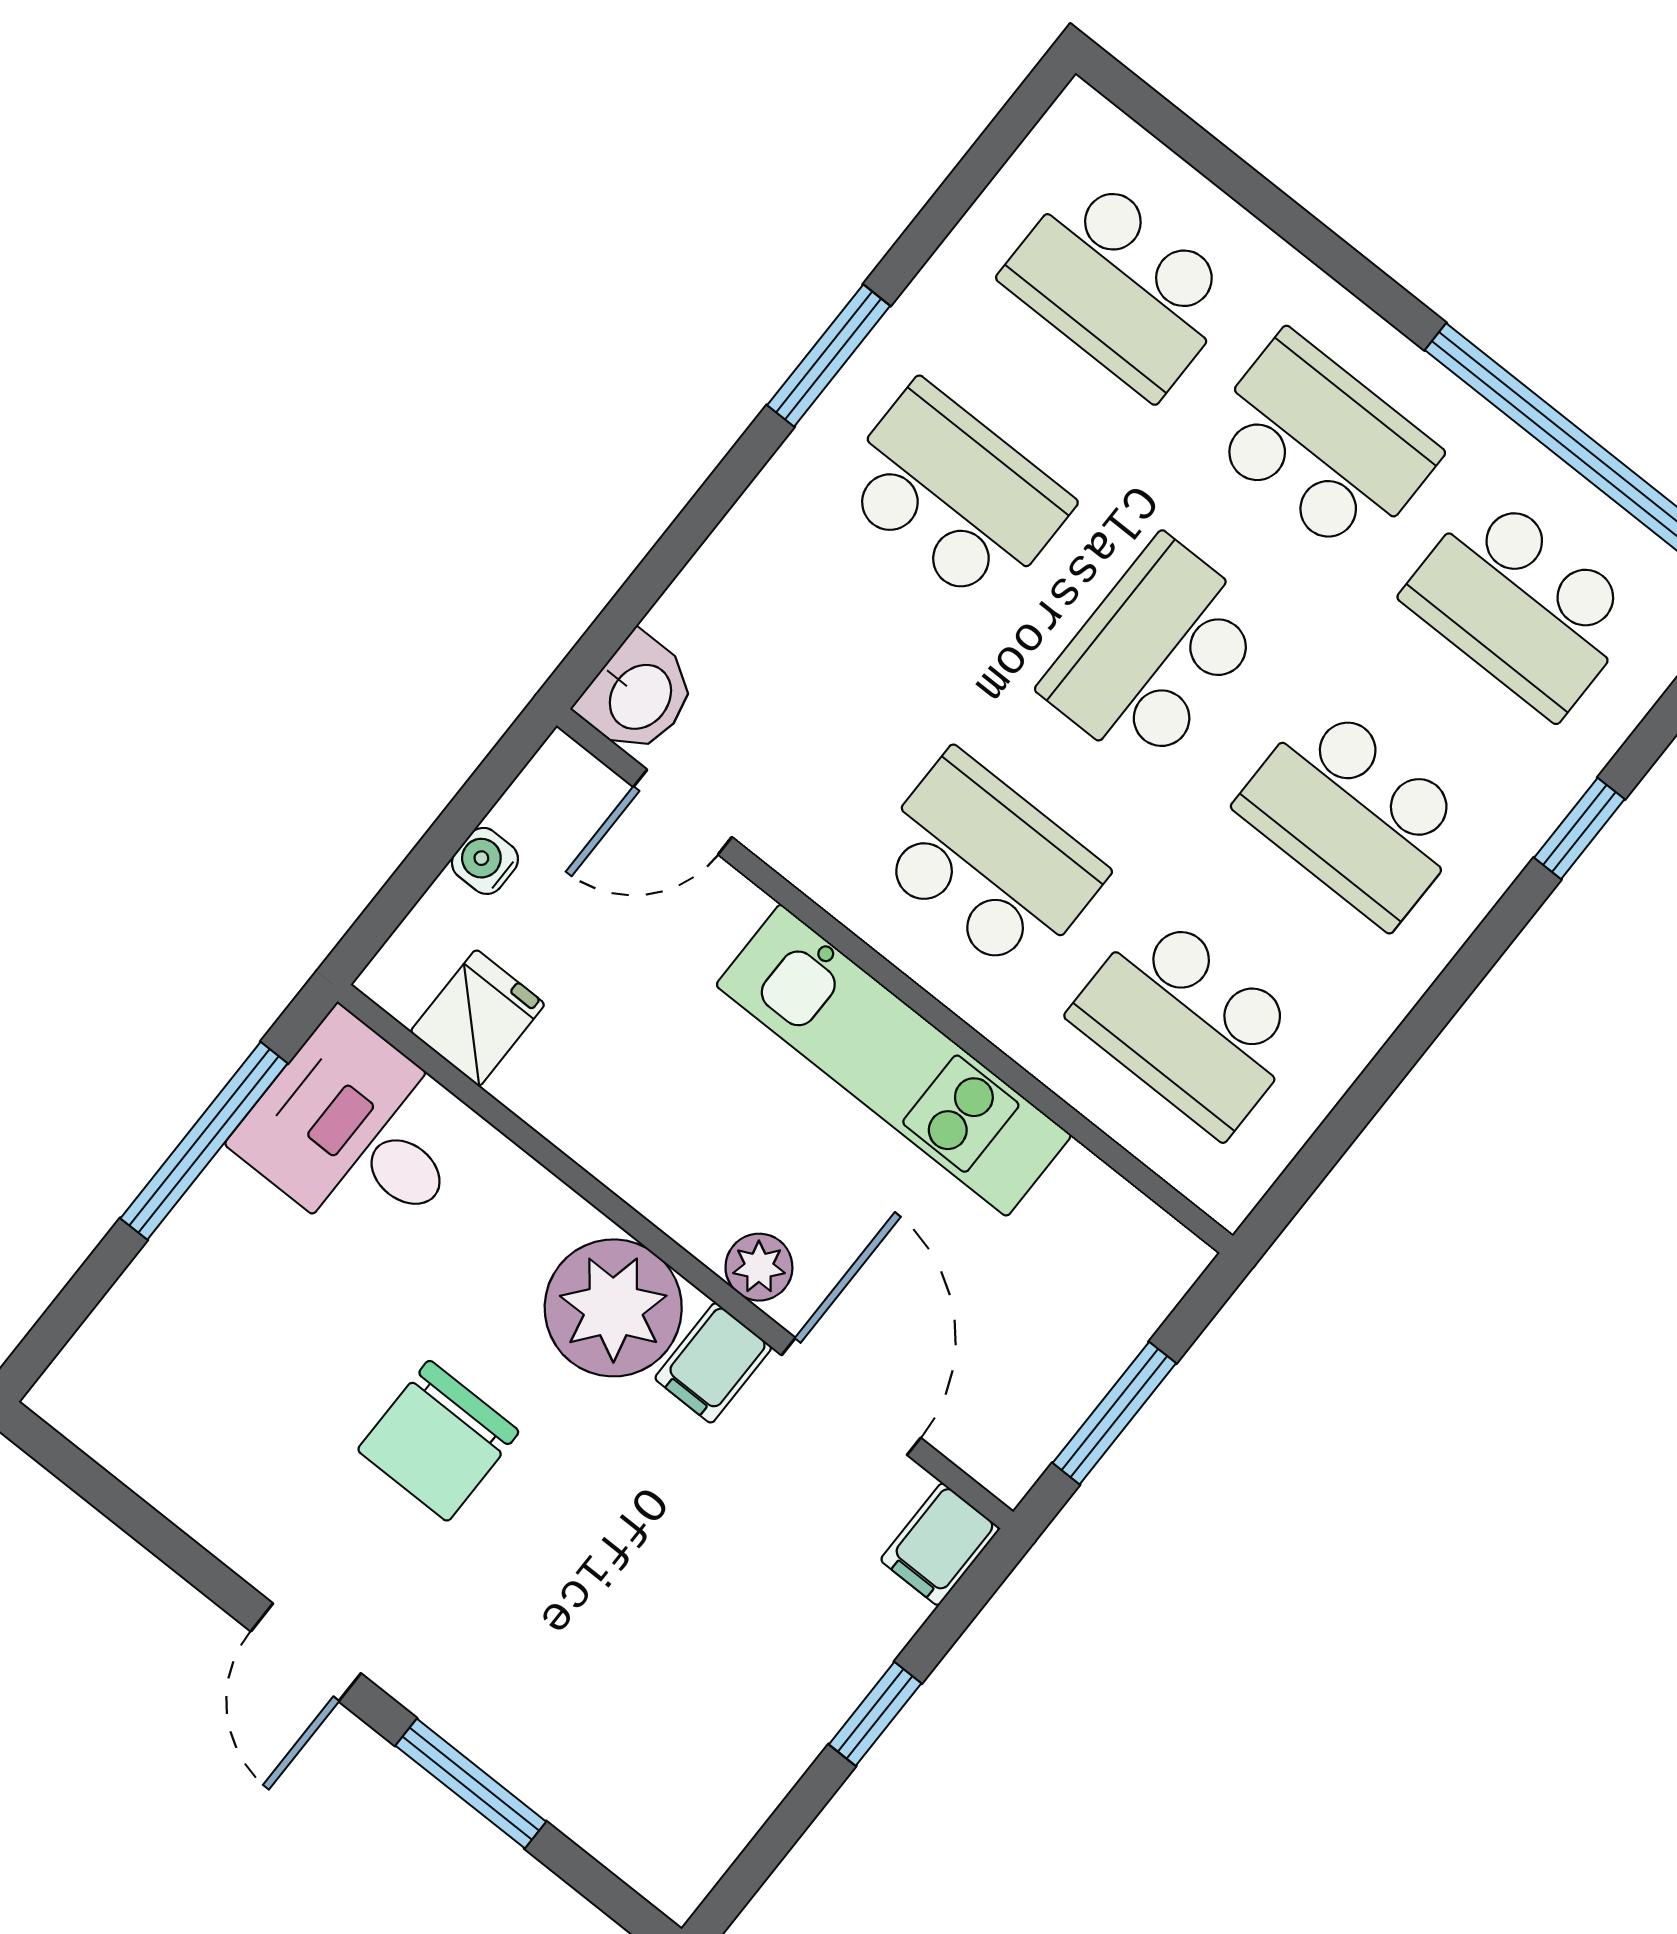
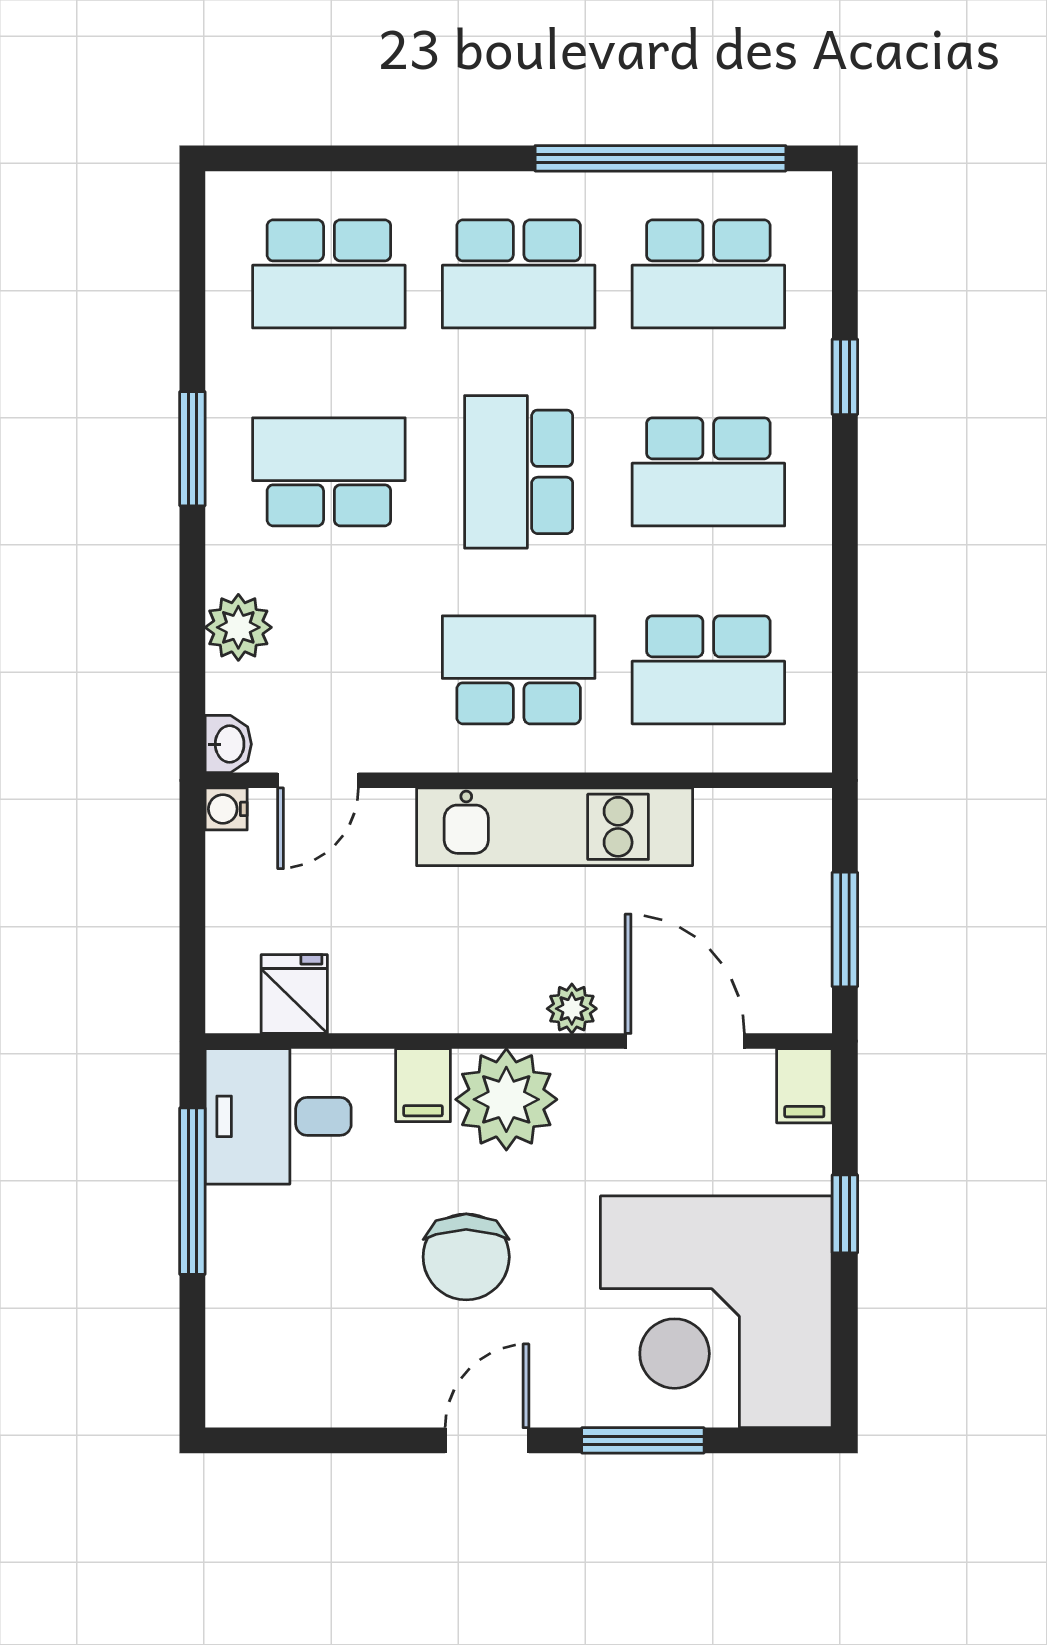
school desk: (1321, 445) -> (519, 274), turned 180
plant: (727, 583) -> (238, 627), added
washbasin: (638, 695) -> (228, 744), width x0.72, depth x0.69
water cooler: (485, 861) -> (226, 809), moved
filing cabinet: (713, 1363) -> (423, 1085), moved
door: (306, 1652) -> (487, 1440), swing flipped
corner desk: (657, 1709) -> (716, 1312), added

